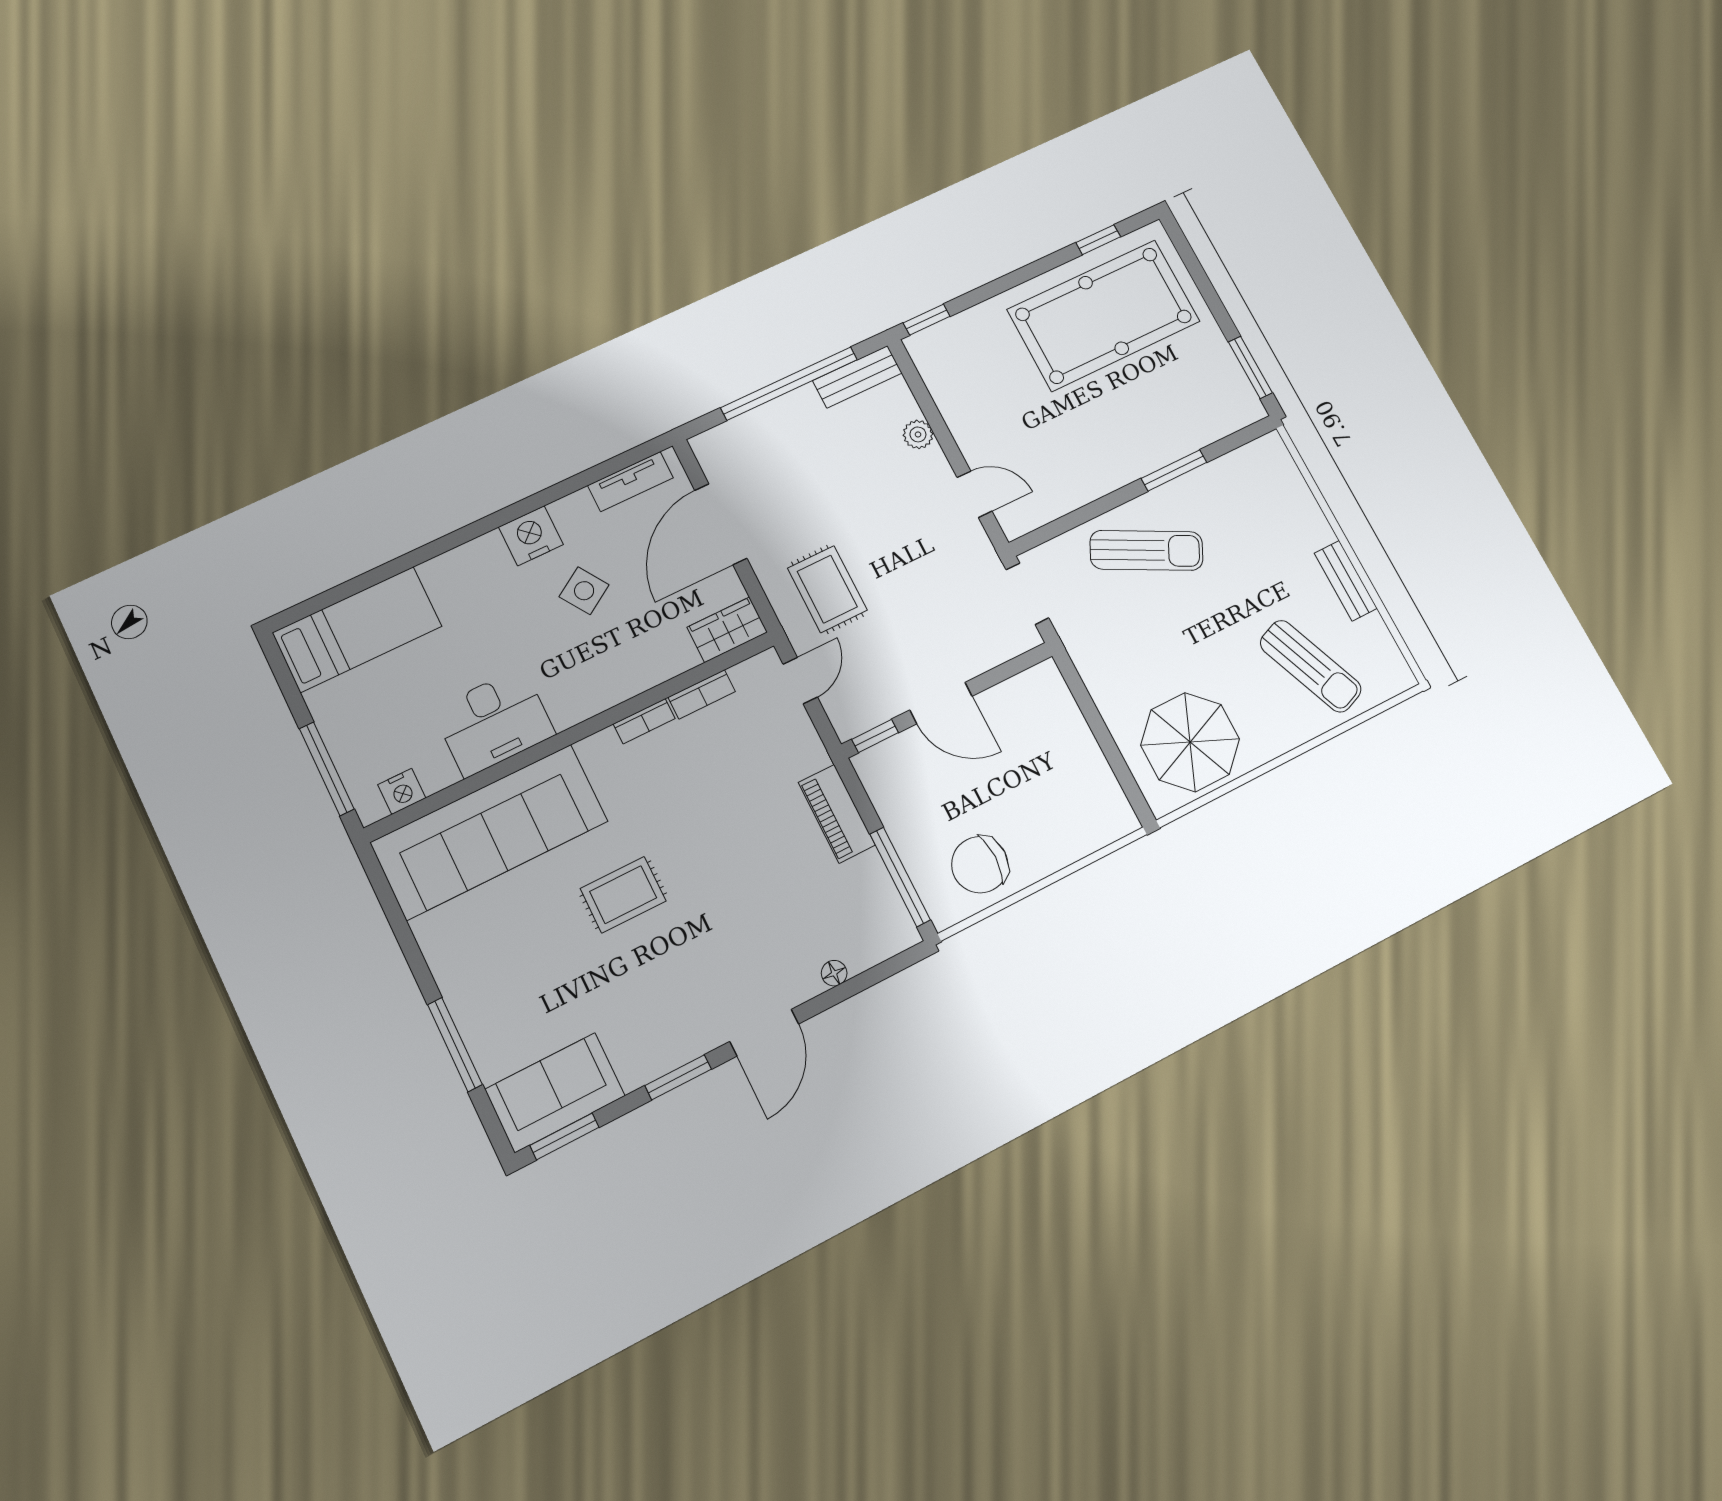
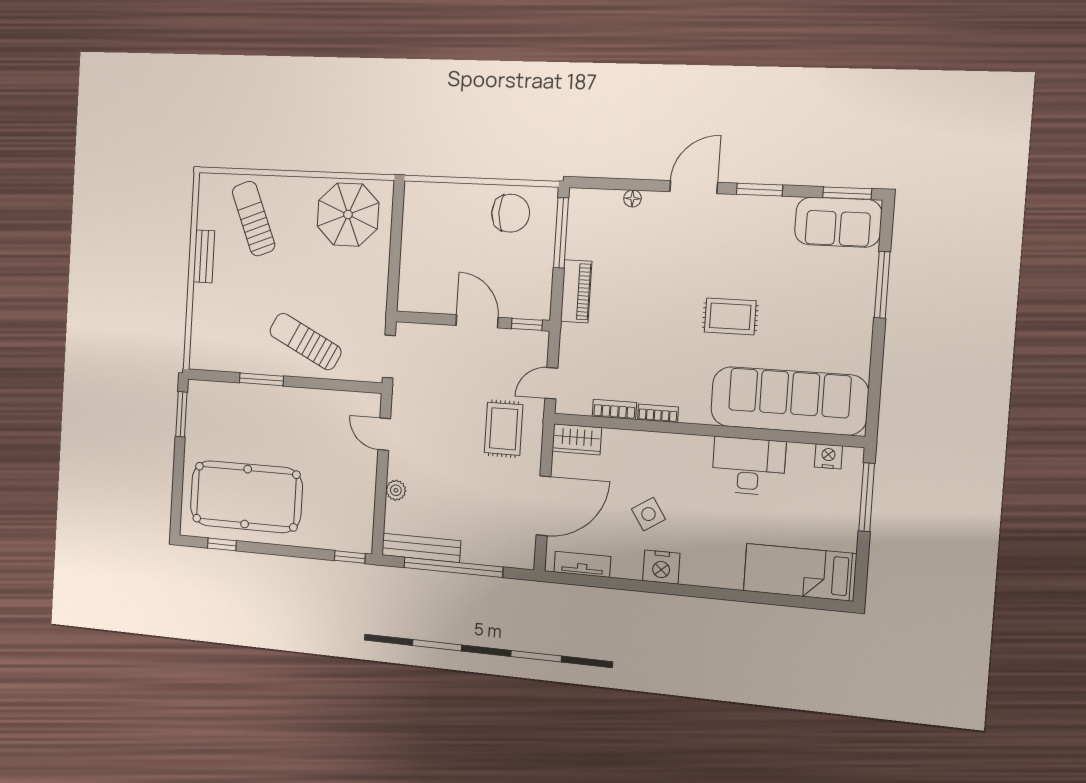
bench: (857, 377) -> (421, 548), width x1.36

